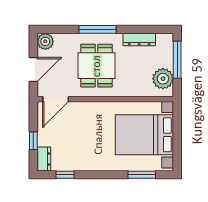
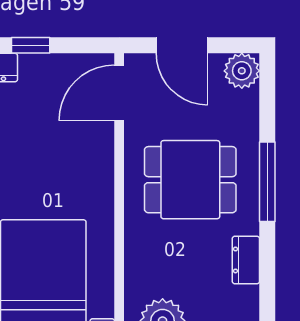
dresser: (139, 39) -> (246, 260), width x0.70
door: (56, 99) -> (119, 93), hinge flipped

